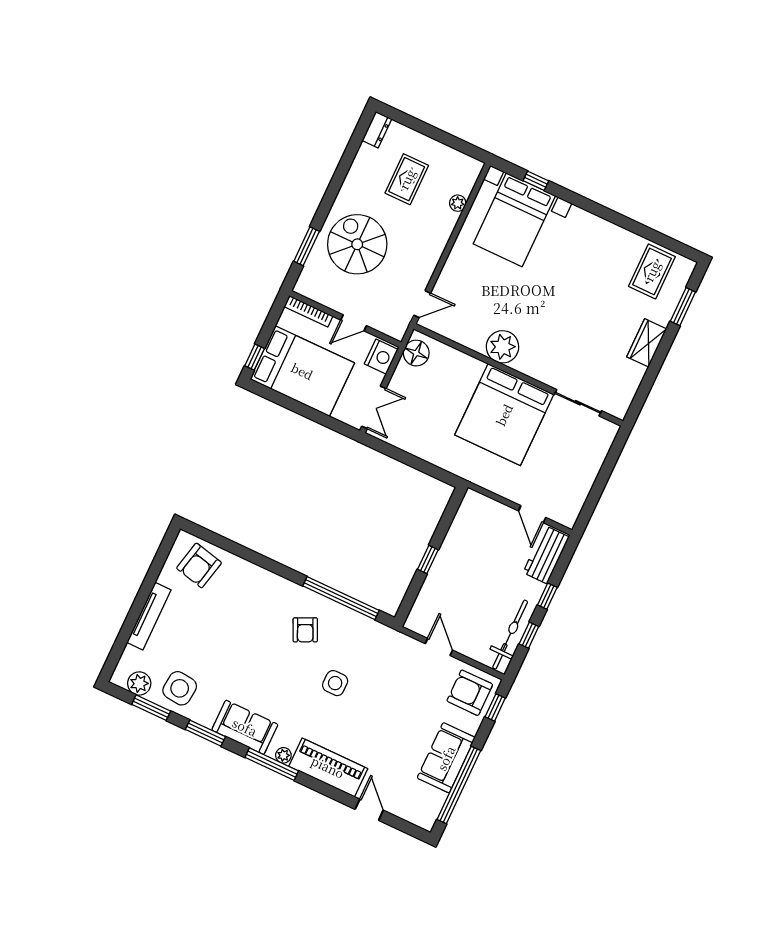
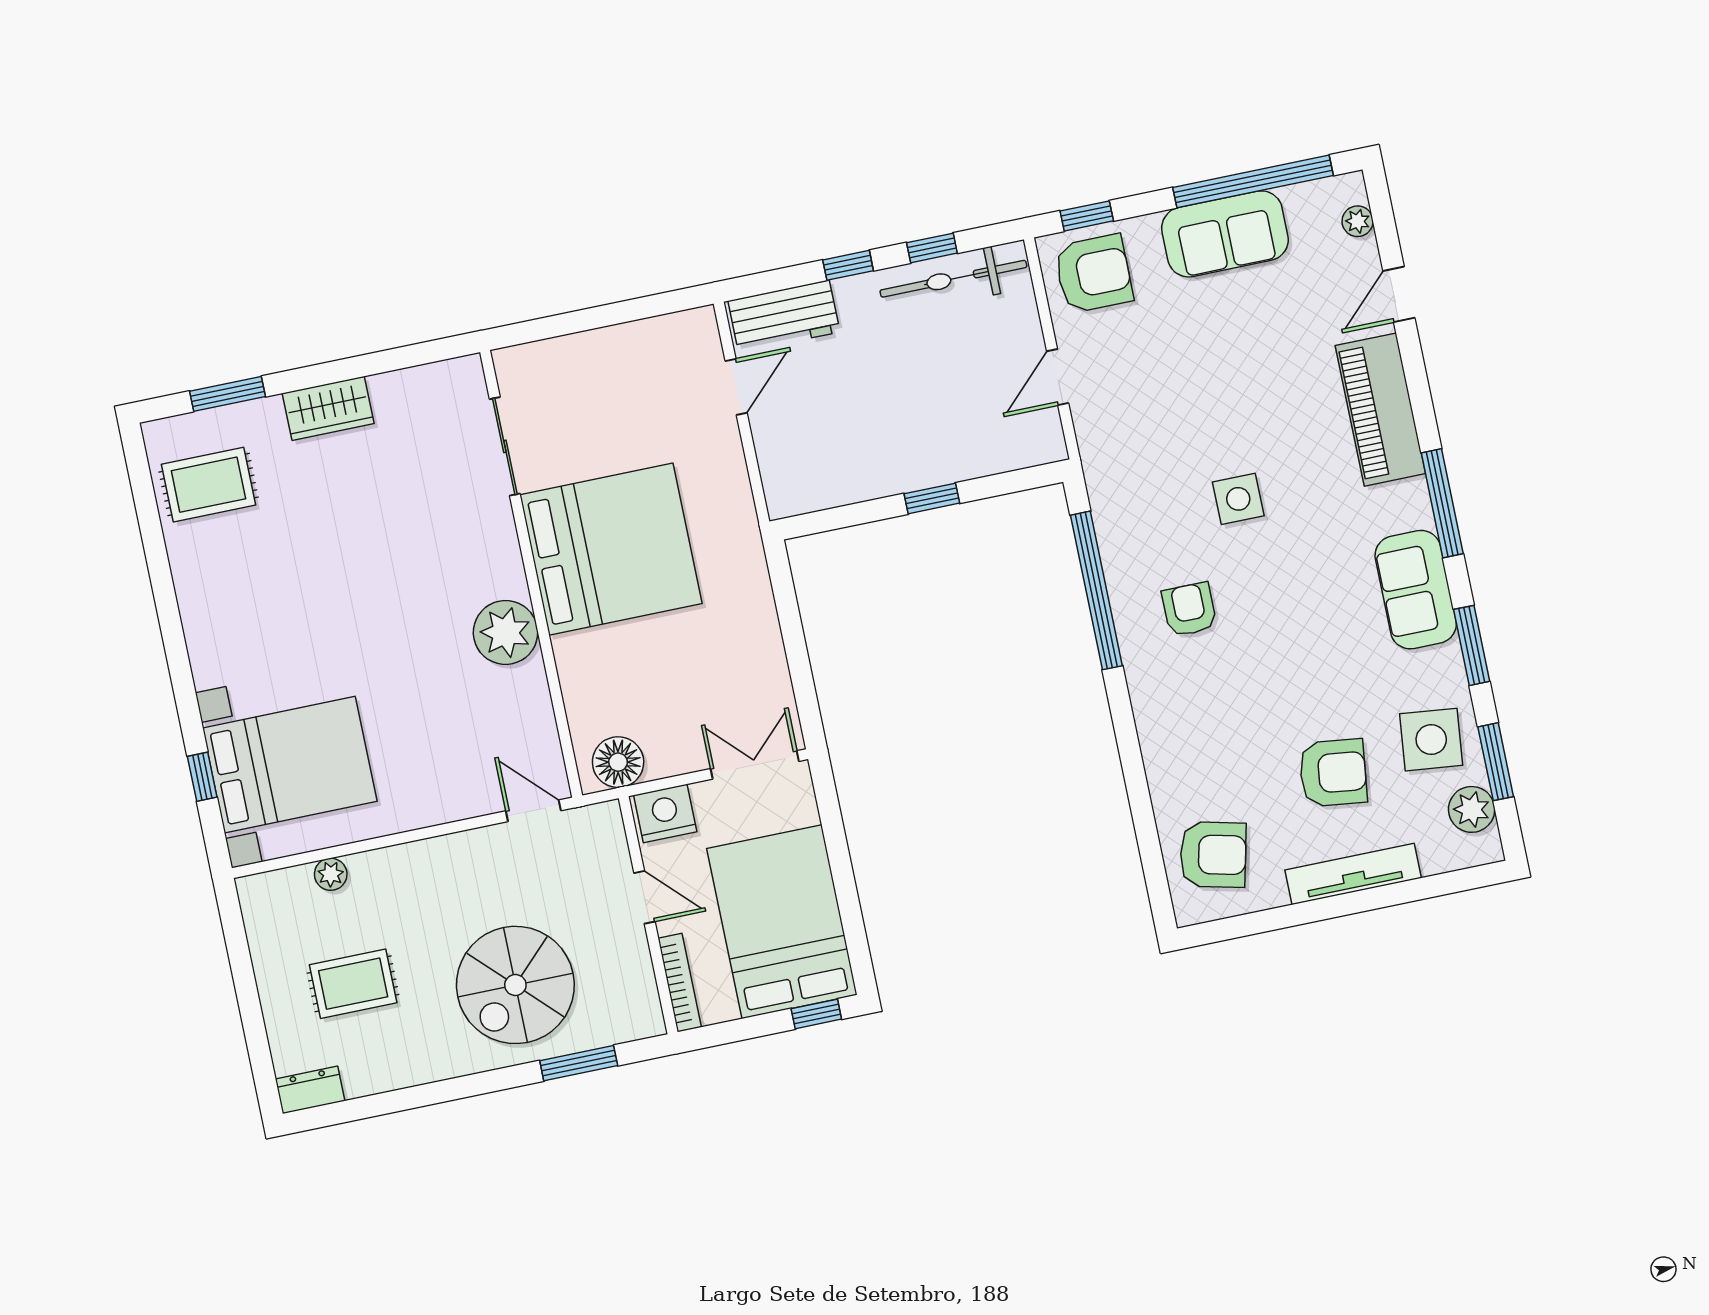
armchair: (305, 630) -> (1189, 610), turned -65
armchair: (196, 639) -> (1333, 773), added
armchair: (470, 693) -> (1094, 274), turned -90
plant: (283, 755) -> (1358, 221), moved

